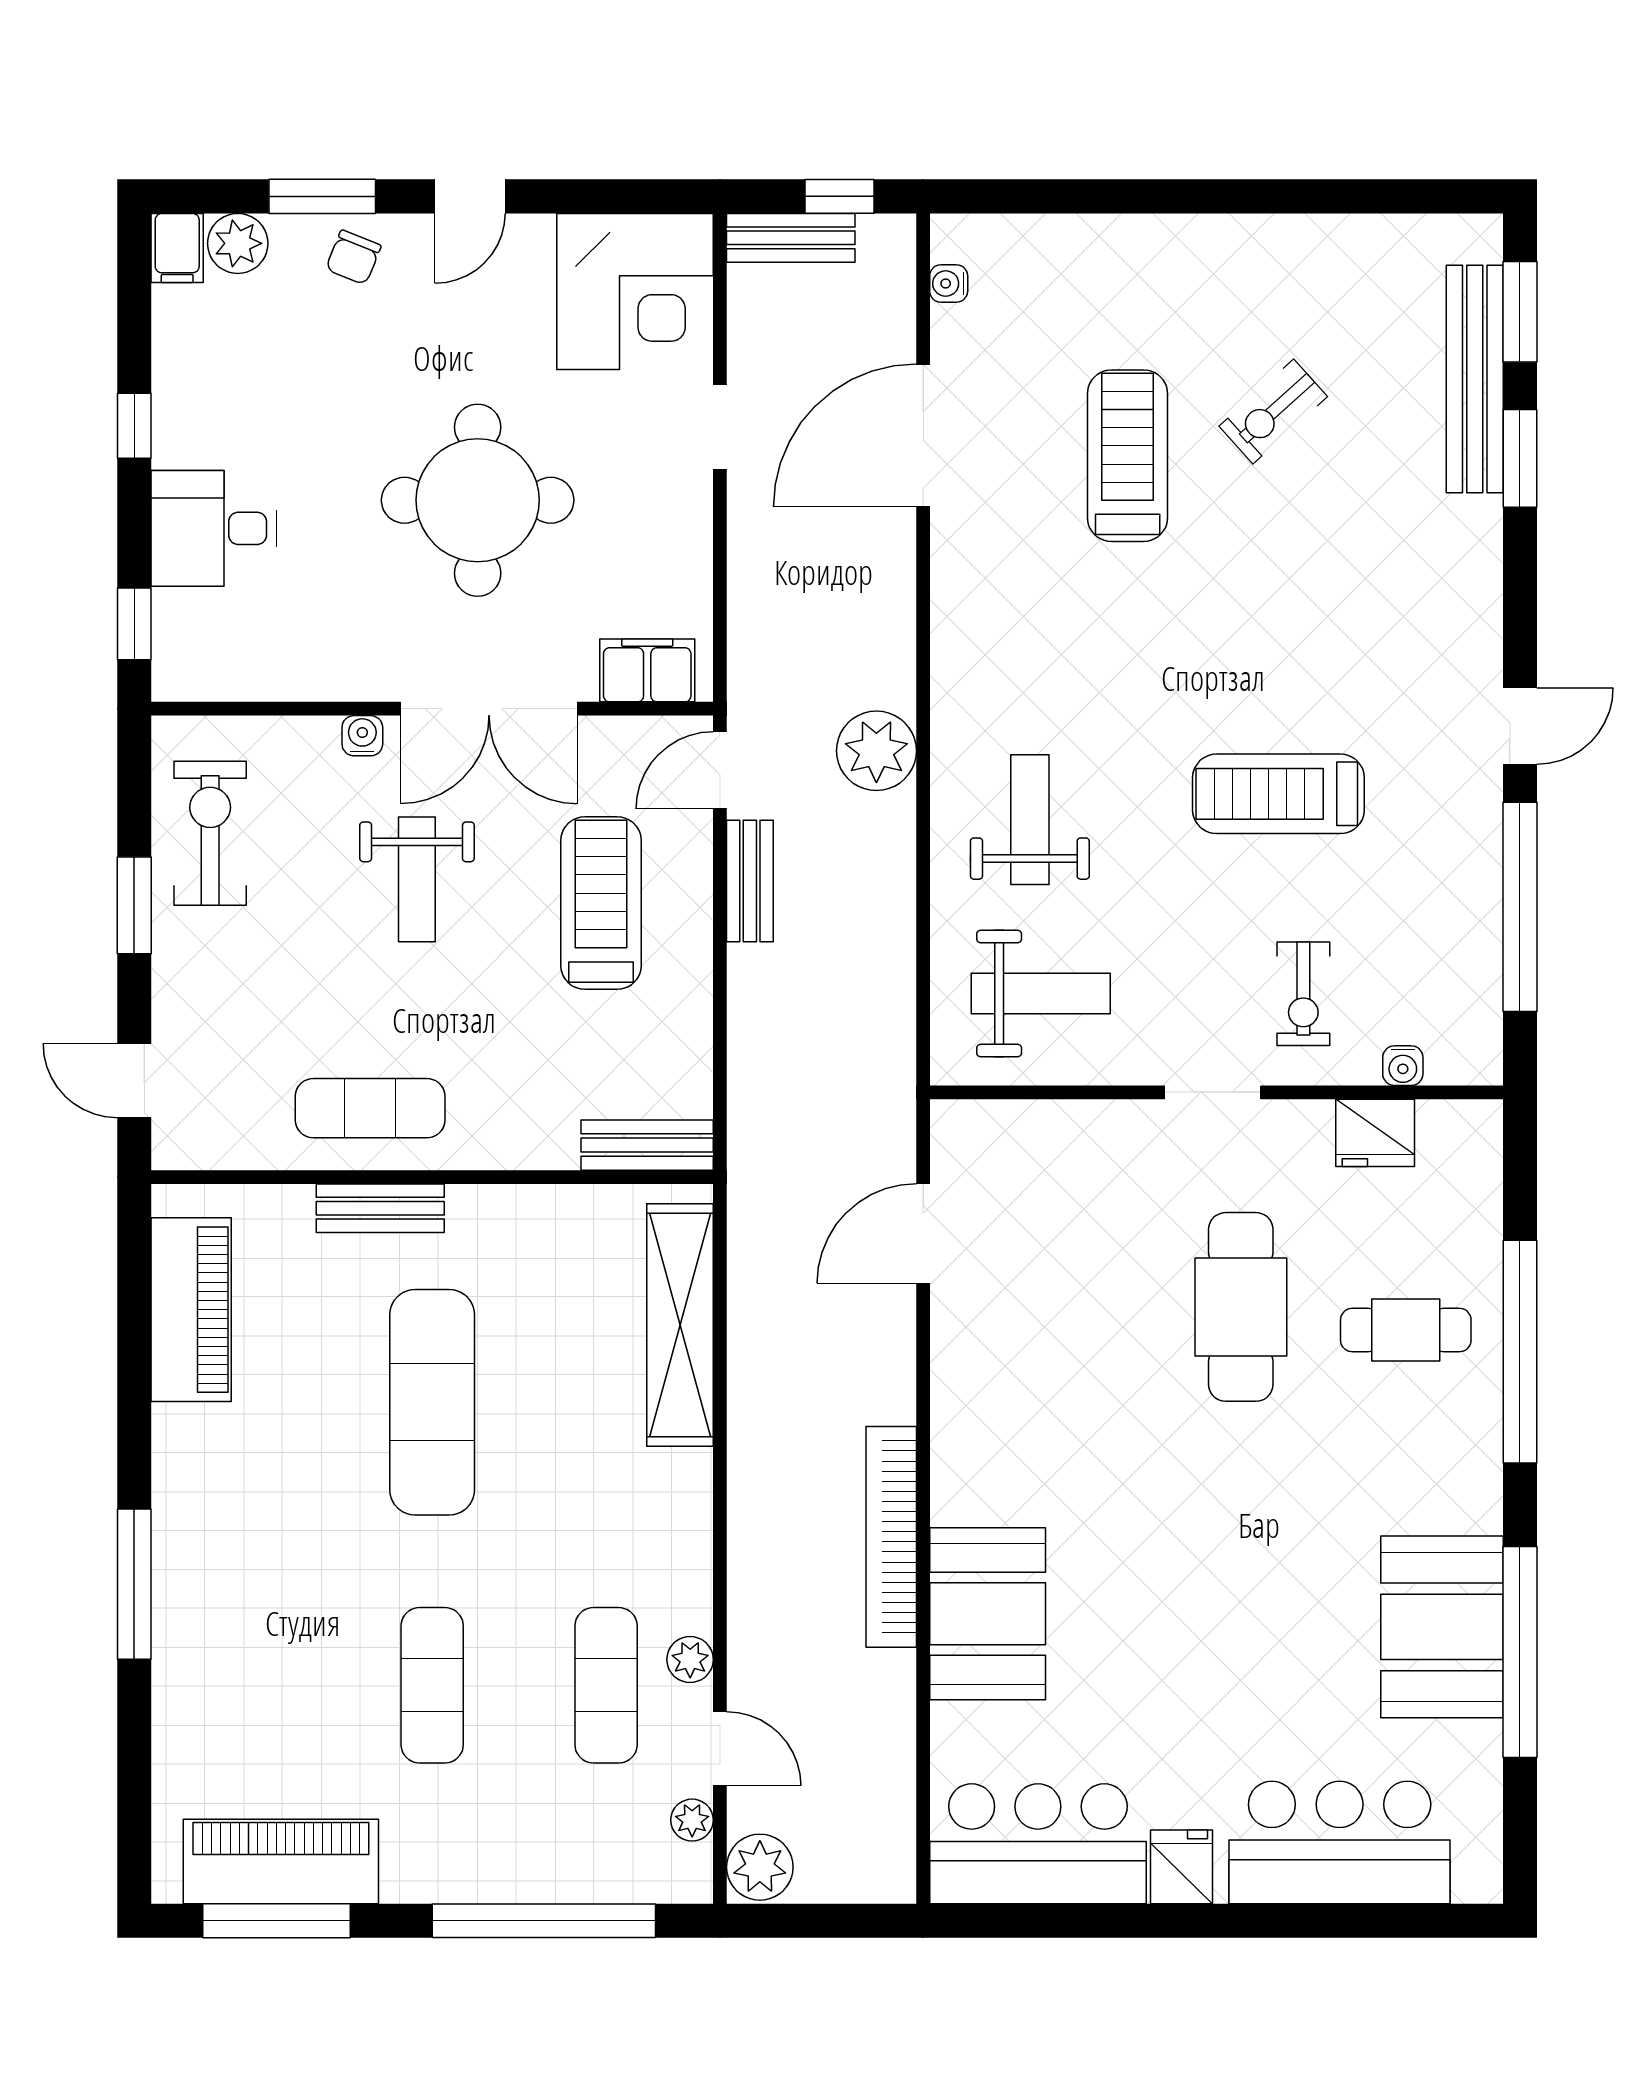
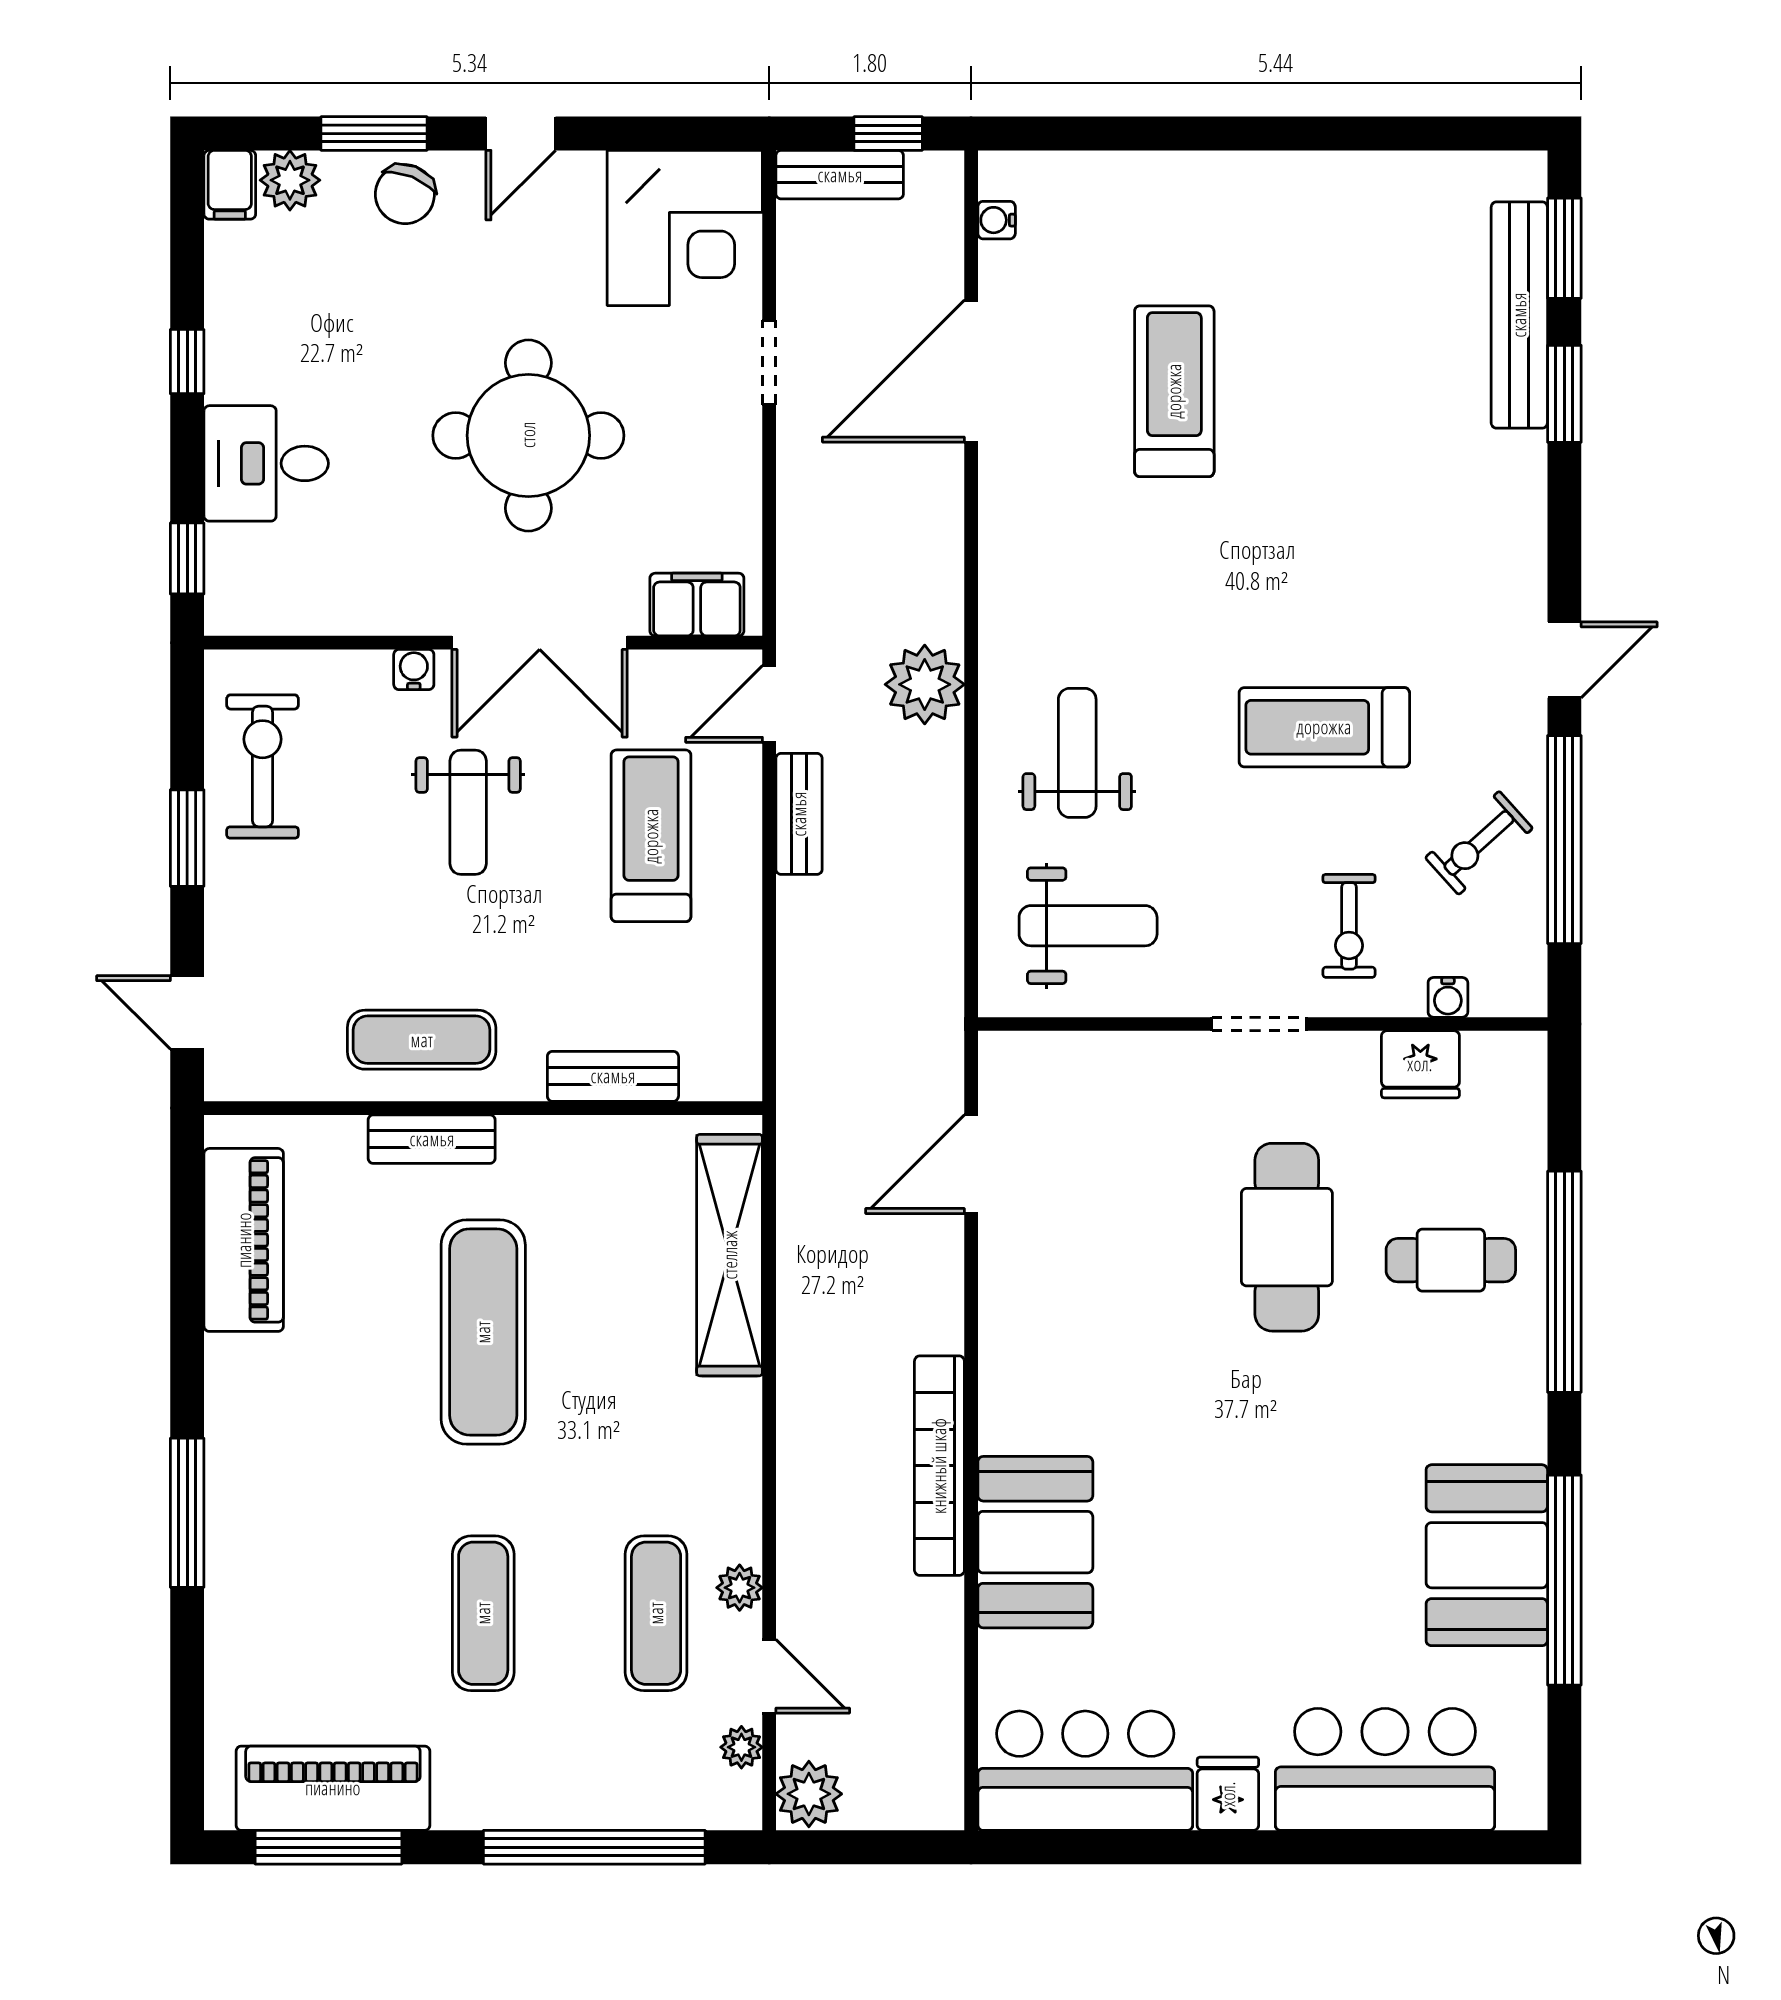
chair: (353, 257) -> (405, 194), width x1.37, depth x1.37
exercise bike: (1273, 411) -> (1479, 843), moved
bench: (647, 1145) -> (613, 1076), moved

